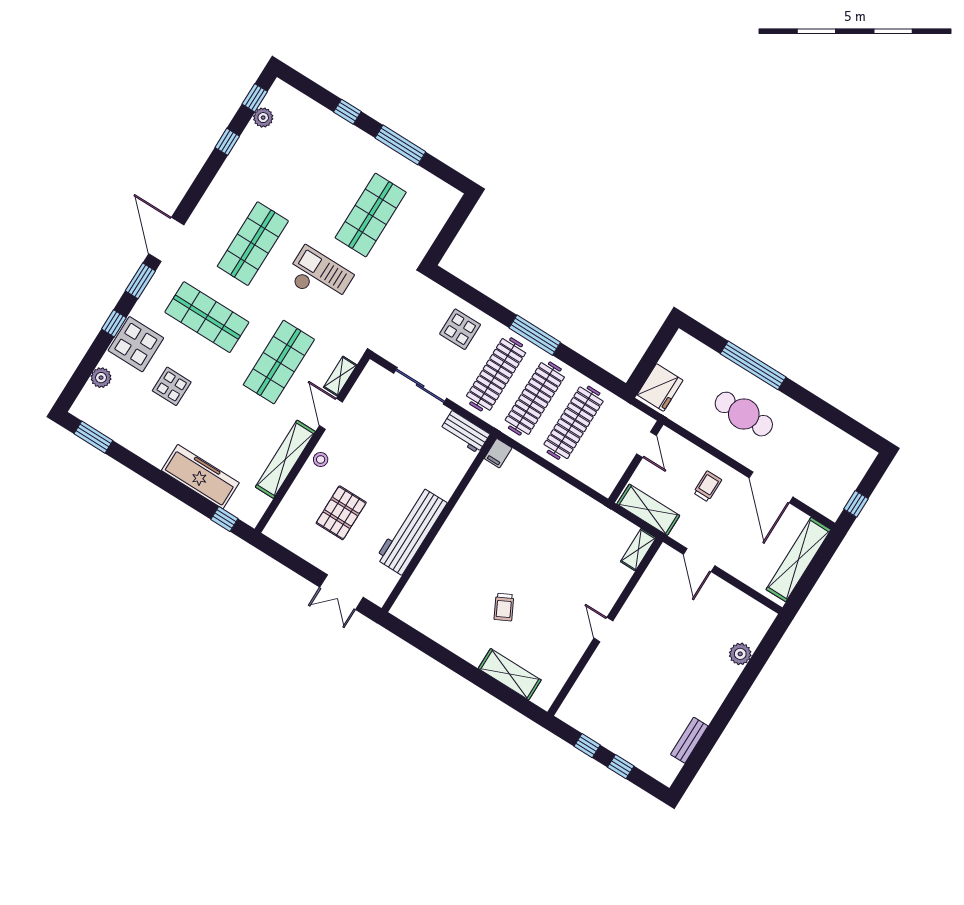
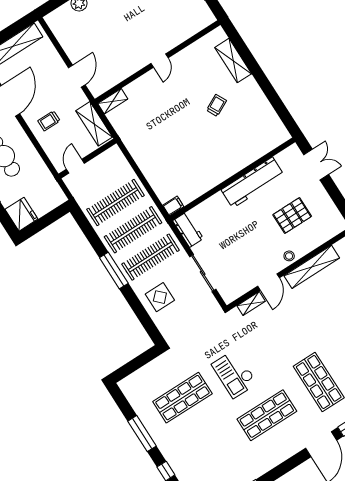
shop shelf: (279, 362) -> (286, 331), removed
fridge: (660, 388) -> (21, 214), moved, turned 90

